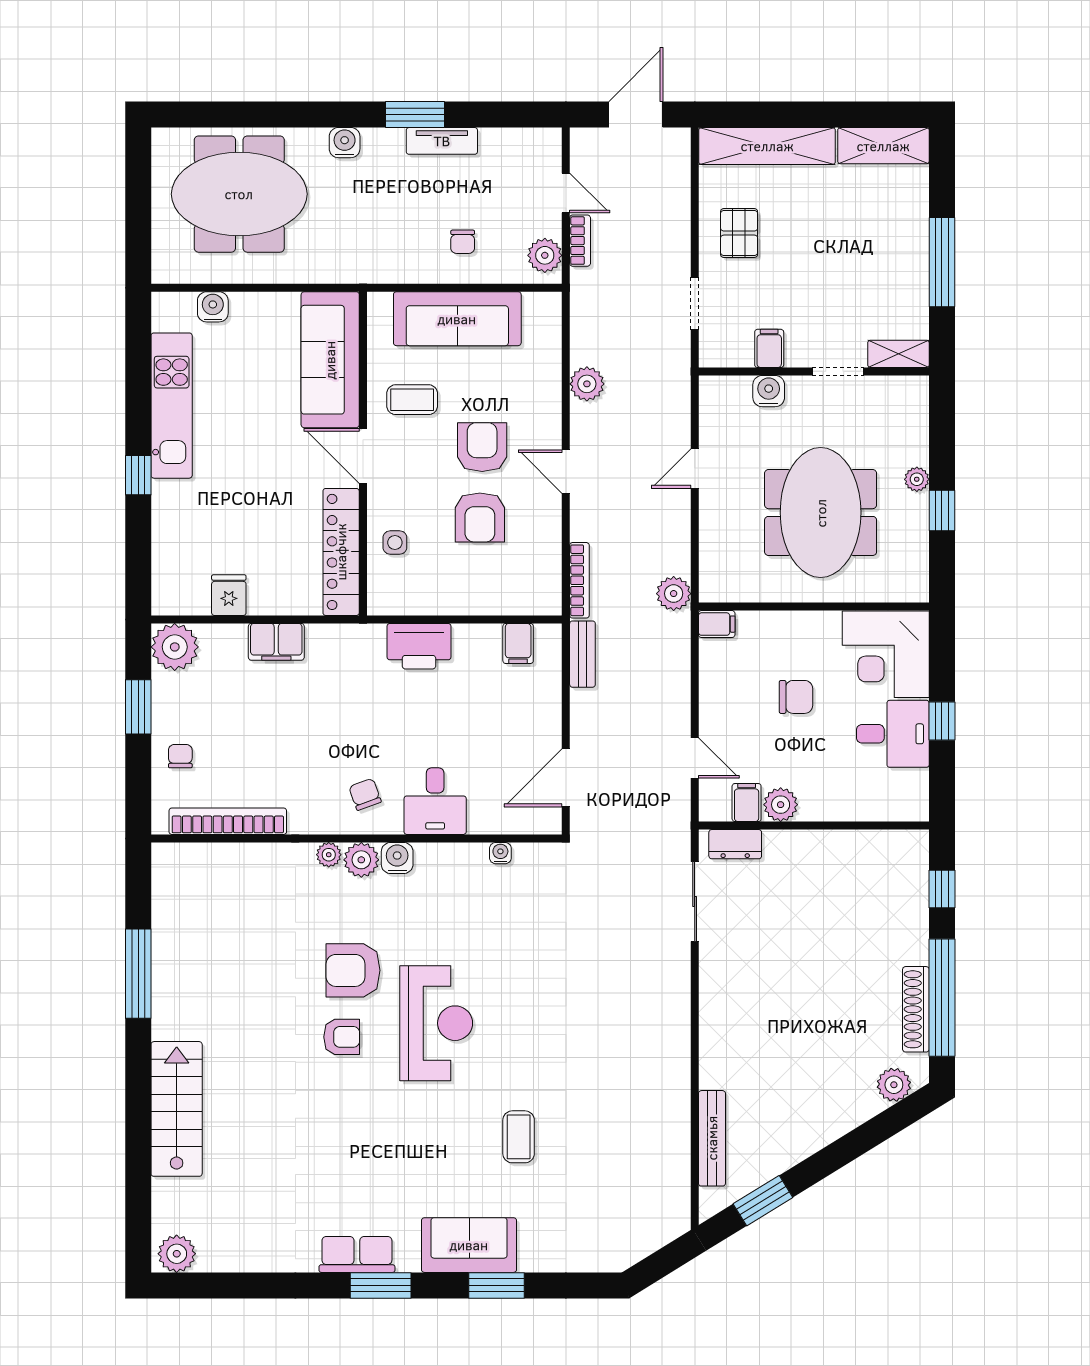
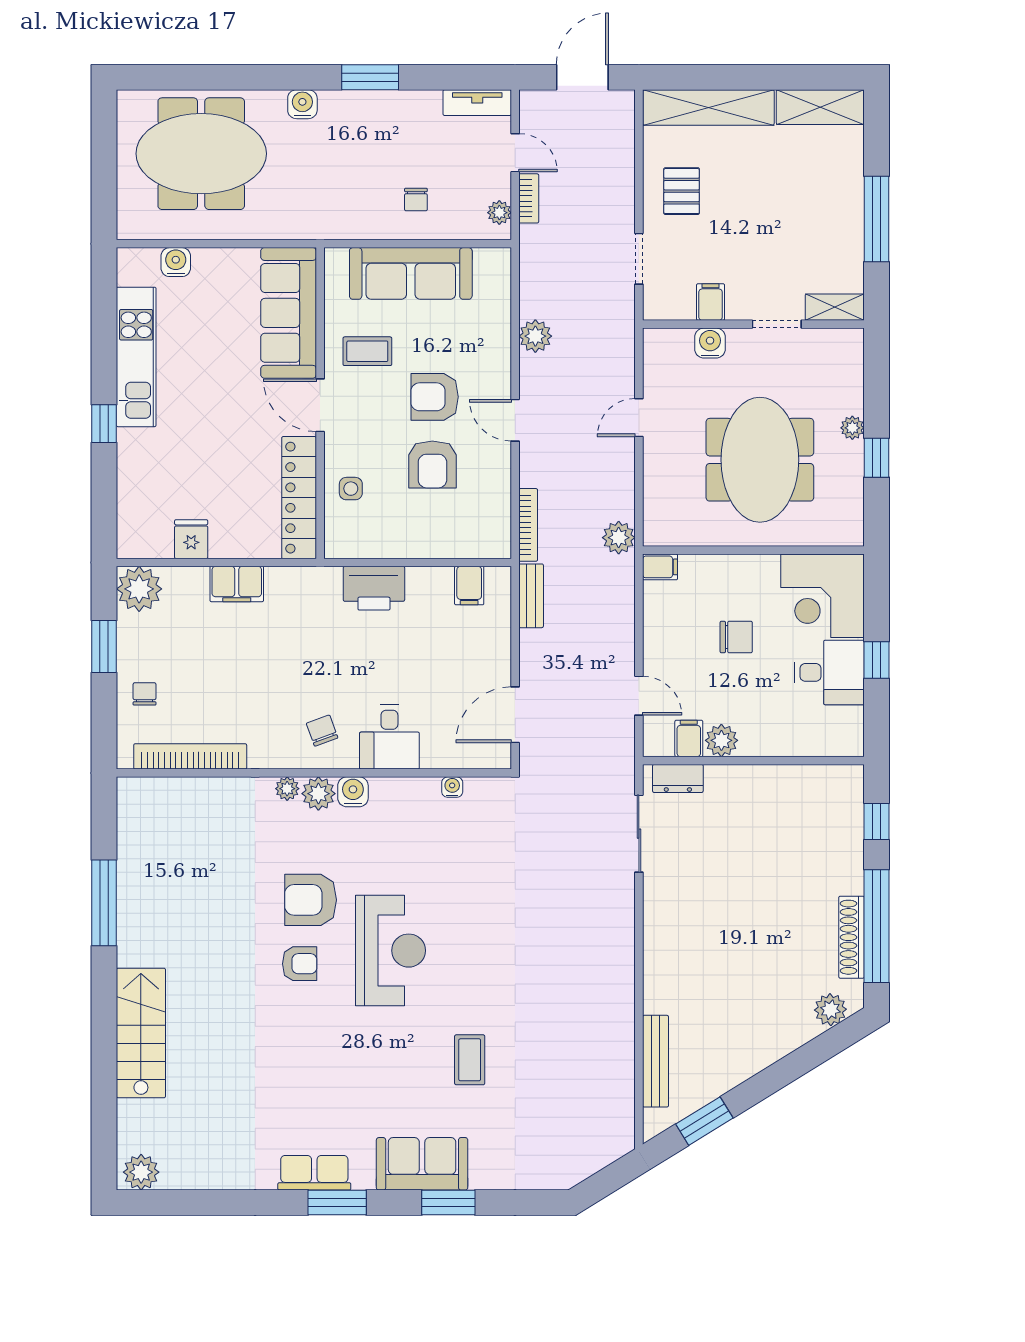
tv unit: (442, 141) -> (477, 103), moved
plant: (545, 255) -> (499, 213), width x0.73, depth x0.73
armchair: (482, 447) -> (435, 397), turned -90

